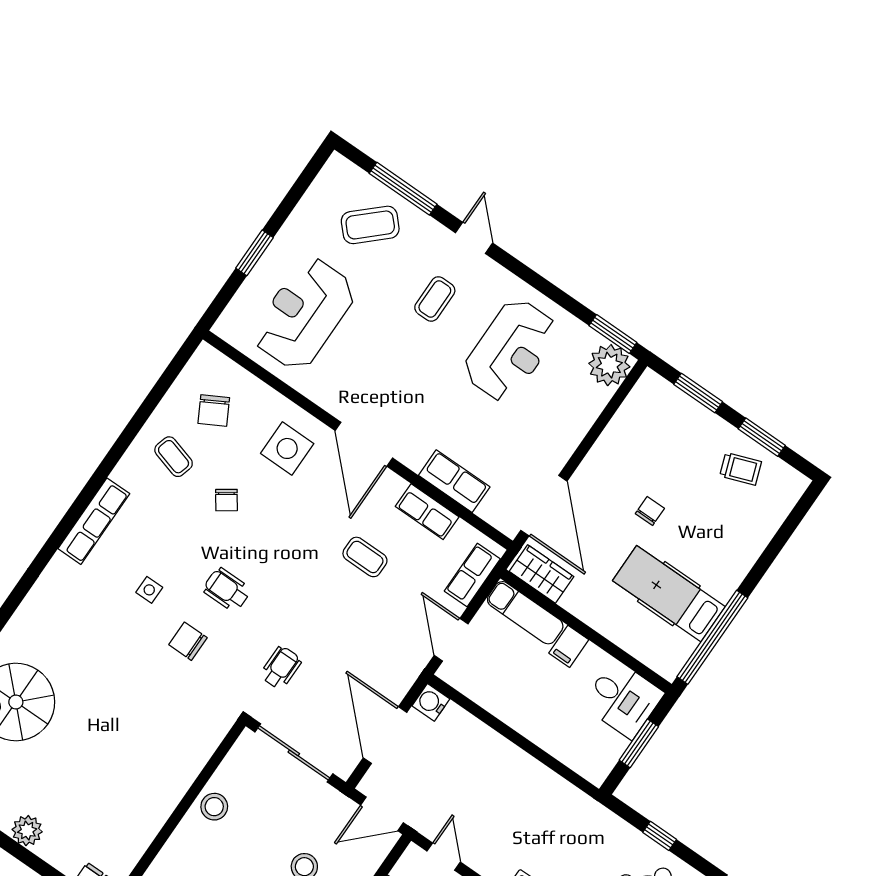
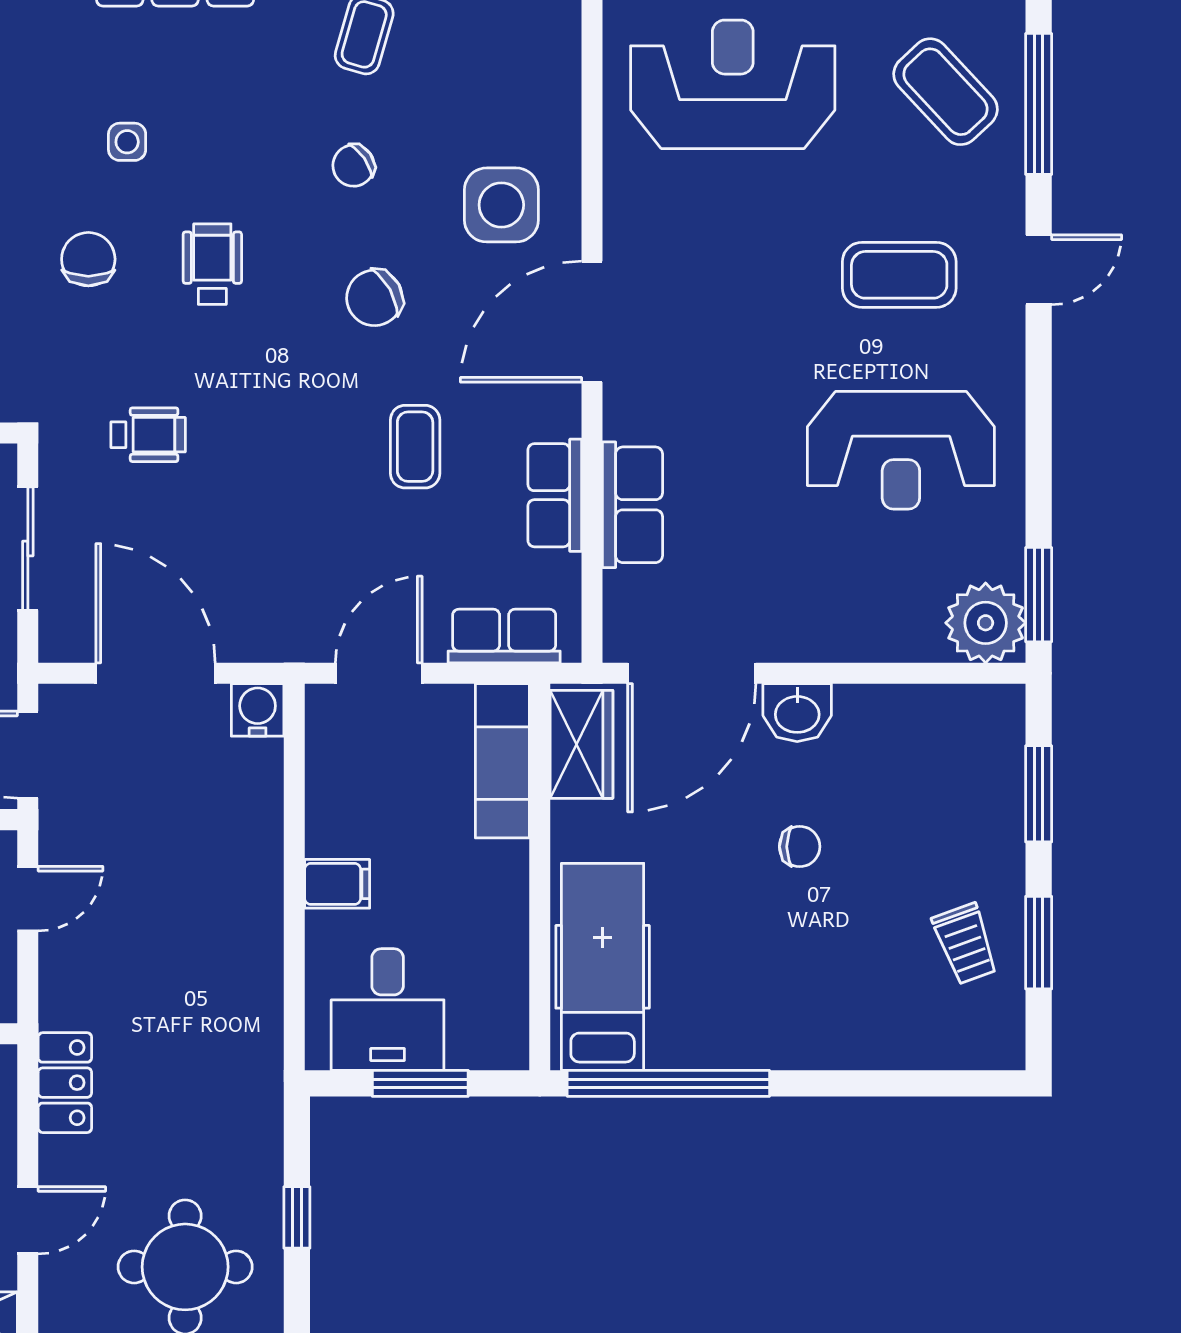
coffee table: (435, 299) -> (899, 275), width x1.36, depth x1.30
chair: (214, 410) -> (374, 298), moved
washbasin: (592, 472) -> (797, 713), added
hospital bed: (669, 594) -> (603, 967), moved
filing cabinet: (569, 646) -> (337, 884), moved, turned 180
desk: (623, 699) -> (388, 1009), moved
door: (385, 735) -> (156, 673), hinge flipped
sliding door: (294, 753) -> (28, 549), width x0.73

